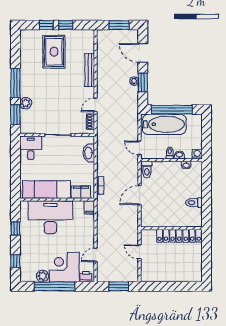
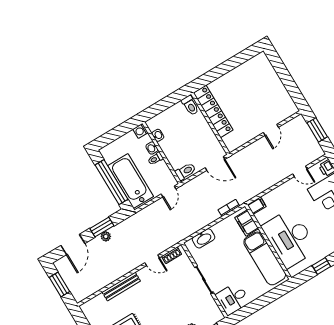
wall: (171, 228) -> (210, 124), moved
locker: (179, 236) -> (213, 111), moved

